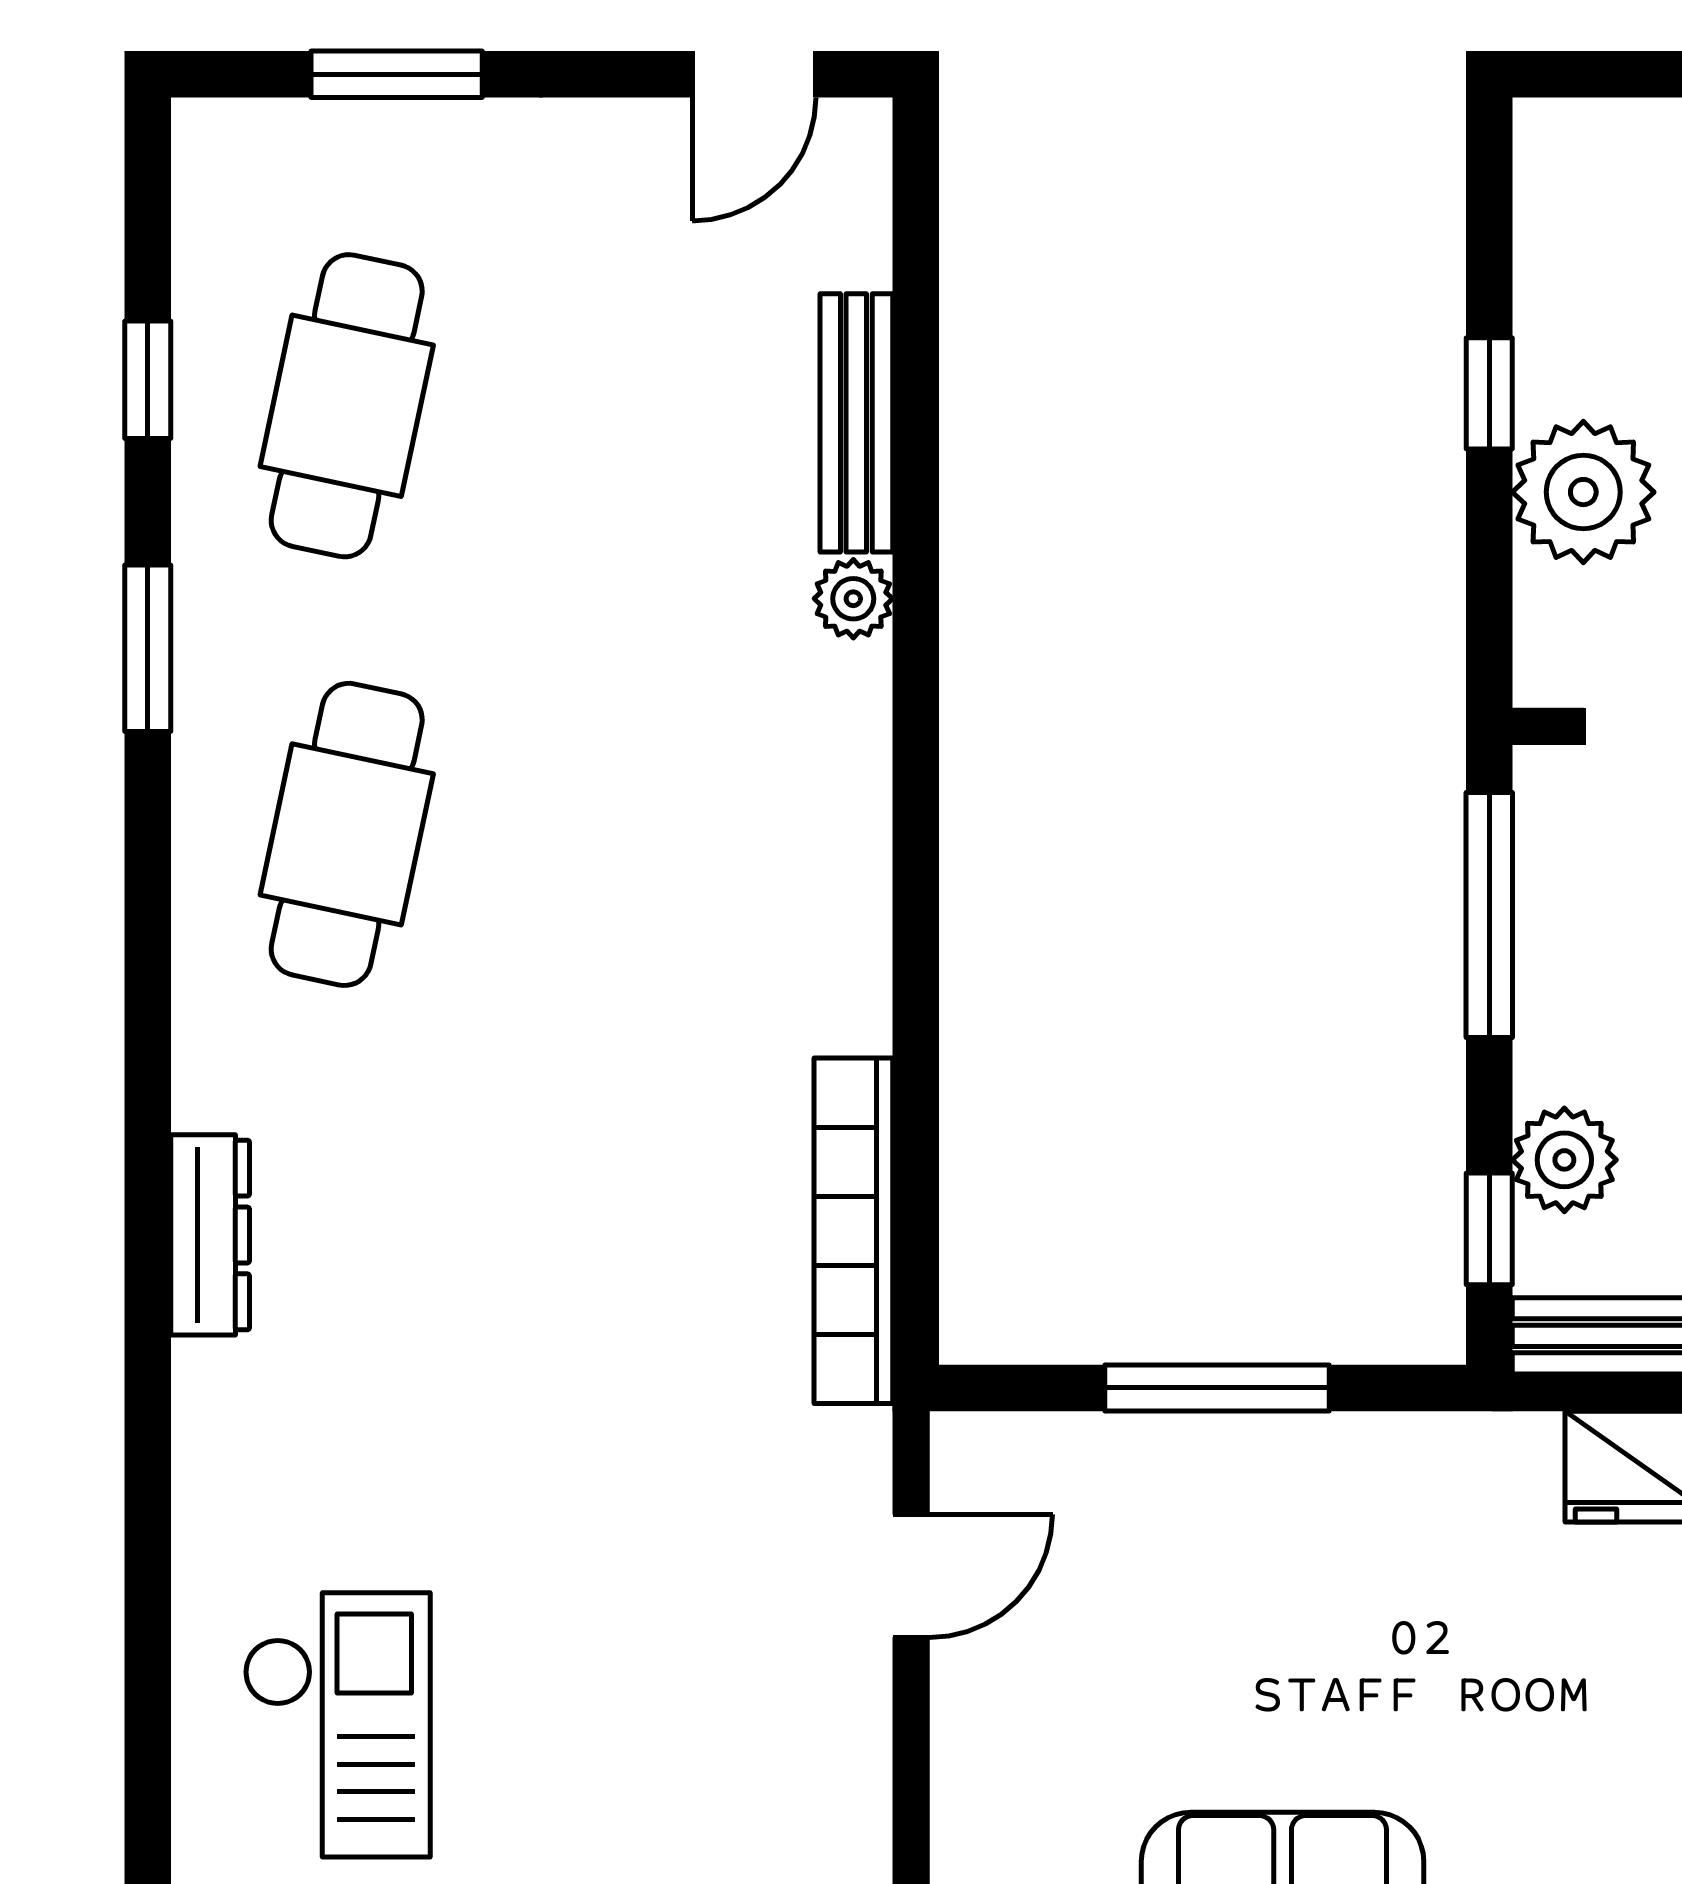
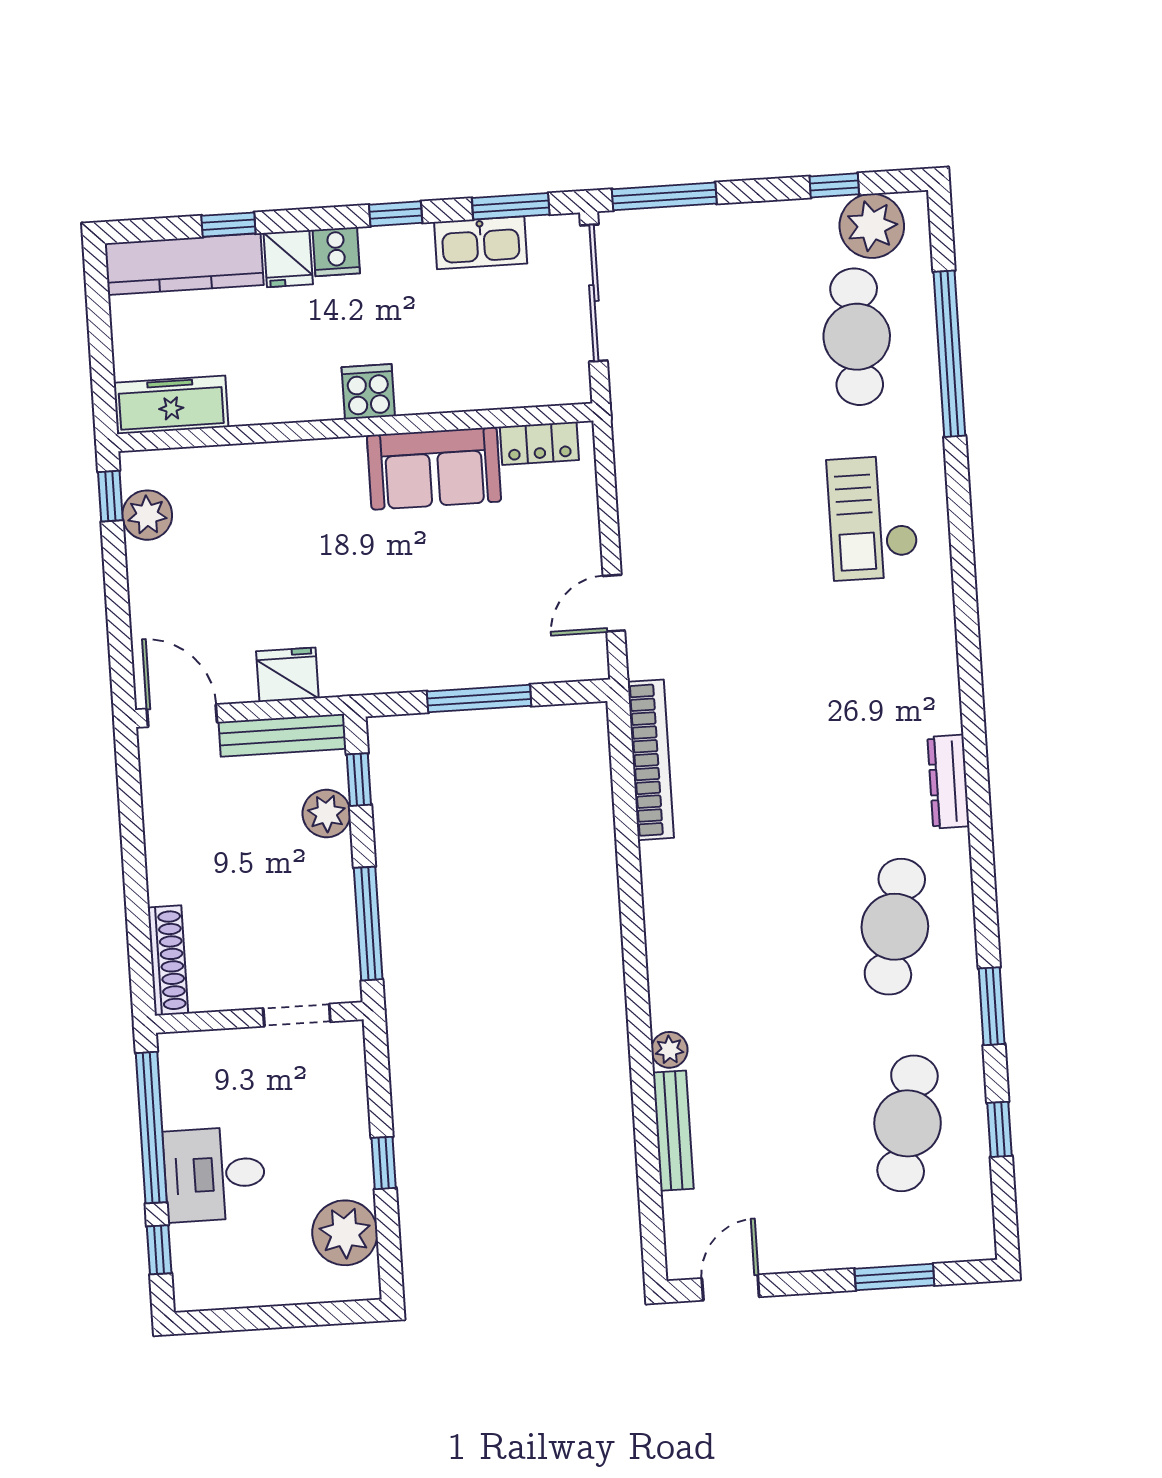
plant: (1583, 492) -> (345, 1233), moved
dresser: (210, 1235) -> (948, 782), moved

